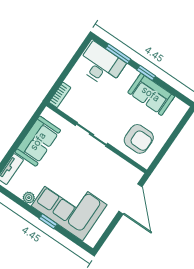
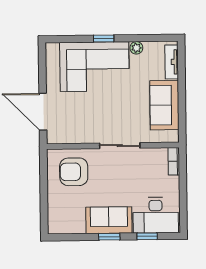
window: (118, 54) -> (147, 236), width x0.67
sofa: (151, 94) -> (109, 220), moved

